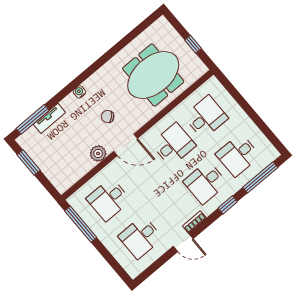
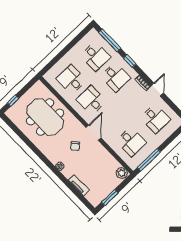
window: (193, 44) -> (13, 101), moved
window: (33, 119) -> (80, 197), removed
plant: (98, 153) -> (122, 173), moved

